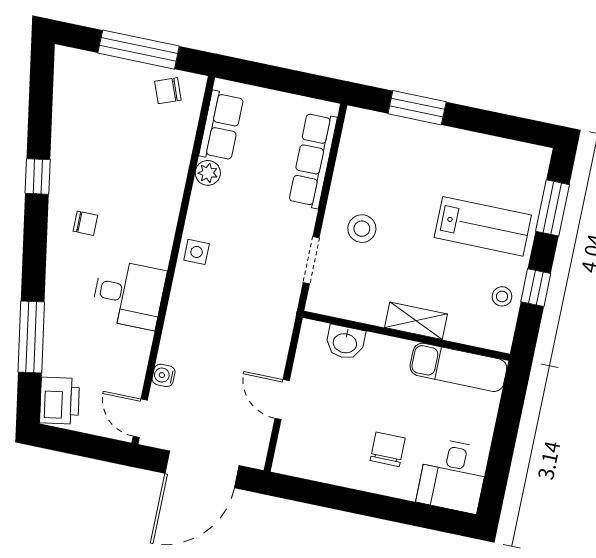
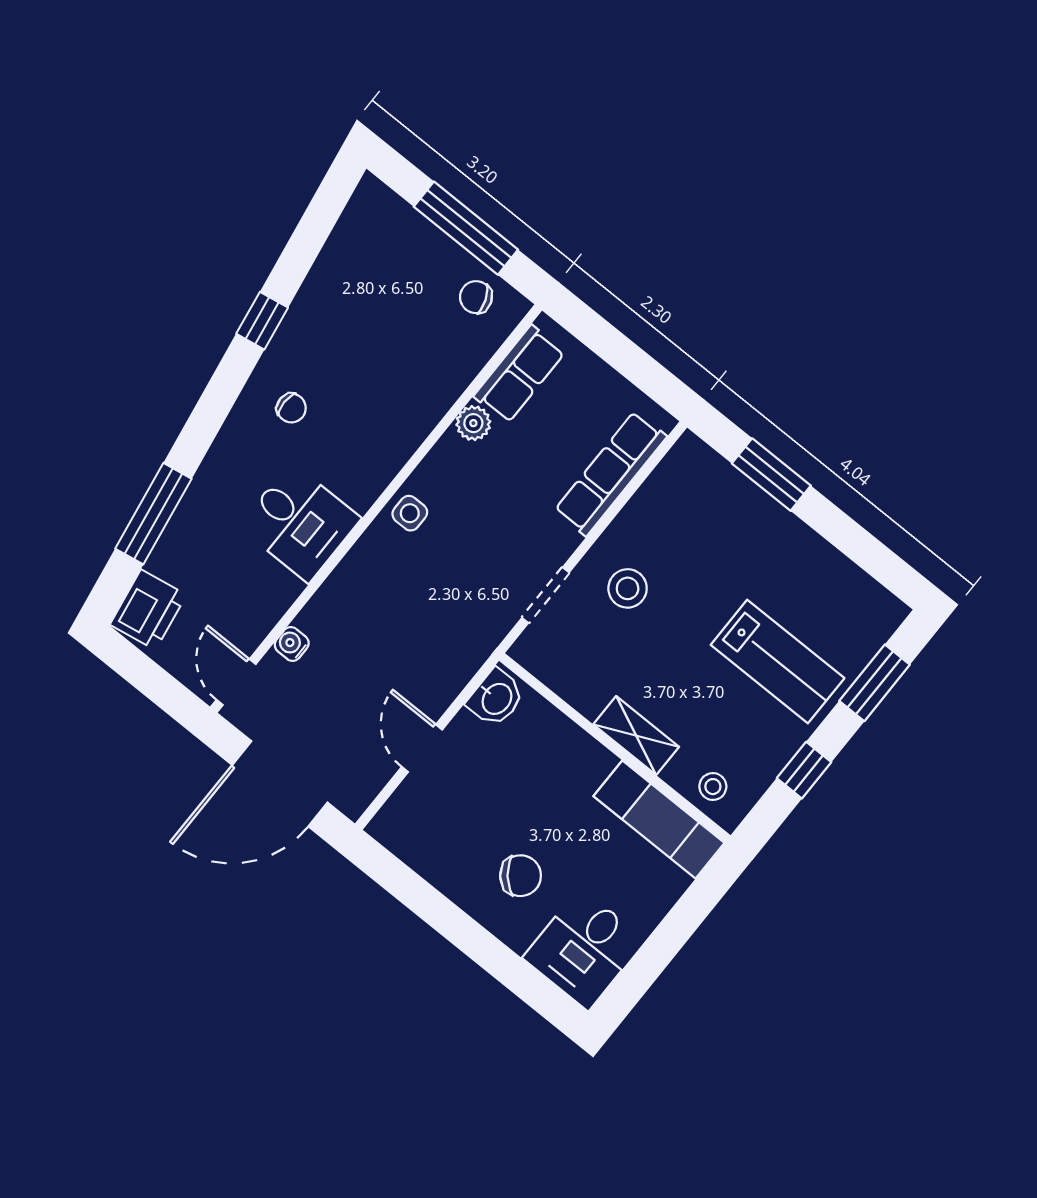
stool: (502, 296) -> (713, 787), moved
washbasin: (345, 342) -> (496, 698), moved, turned -90
chair: (388, 449) -> (521, 876), turned 50

